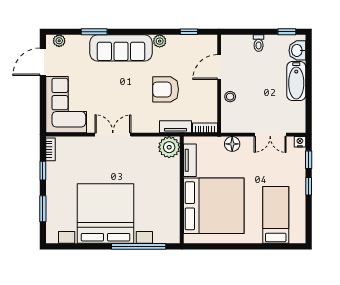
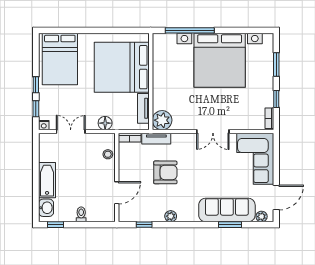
sofa: (121, 48) -> (227, 210), moved
stool: (230, 97) -> (108, 154), moved
bed: (276, 215) -> (60, 59), width x1.50

